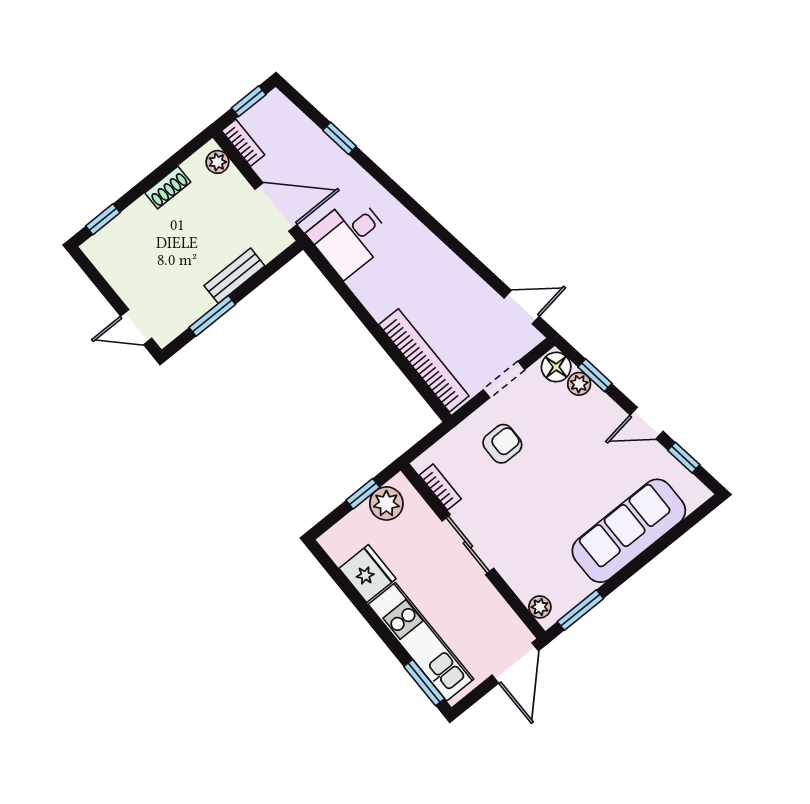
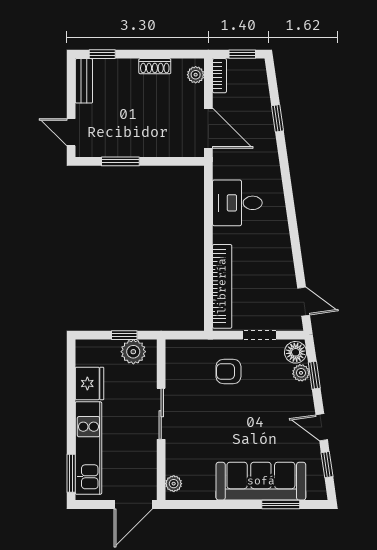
desk: (350, 236) -> (237, 203), moved
bench: (234, 276) -> (84, 81), moved, turned 90
armchair: (502, 444) -> (228, 372), turned 180
bookcase: (440, 487) -> (172, 367), removed
window: (580, 610) -> (281, 504), moved

